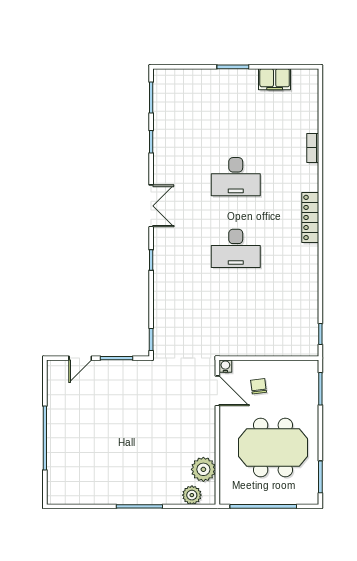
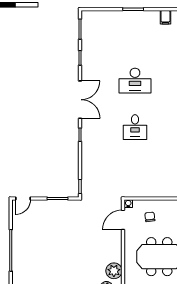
filing cabinet: (275, 79) -> (165, 17), width x0.50
double door: (151, 206) -> (80, 100), width x1.37
desk: (236, 248) -> (135, 127), width x0.73
door: (80, 358) -> (23, 198), moved
door: (217, 391) -> (123, 220), swing flipped

